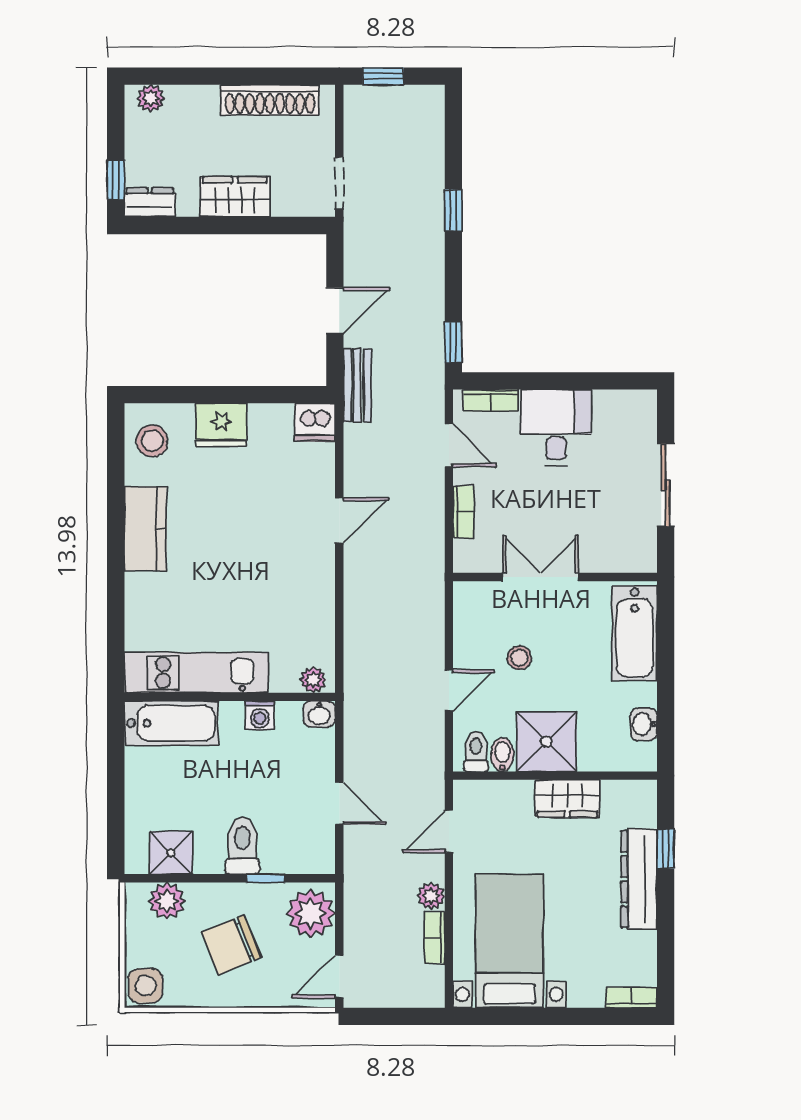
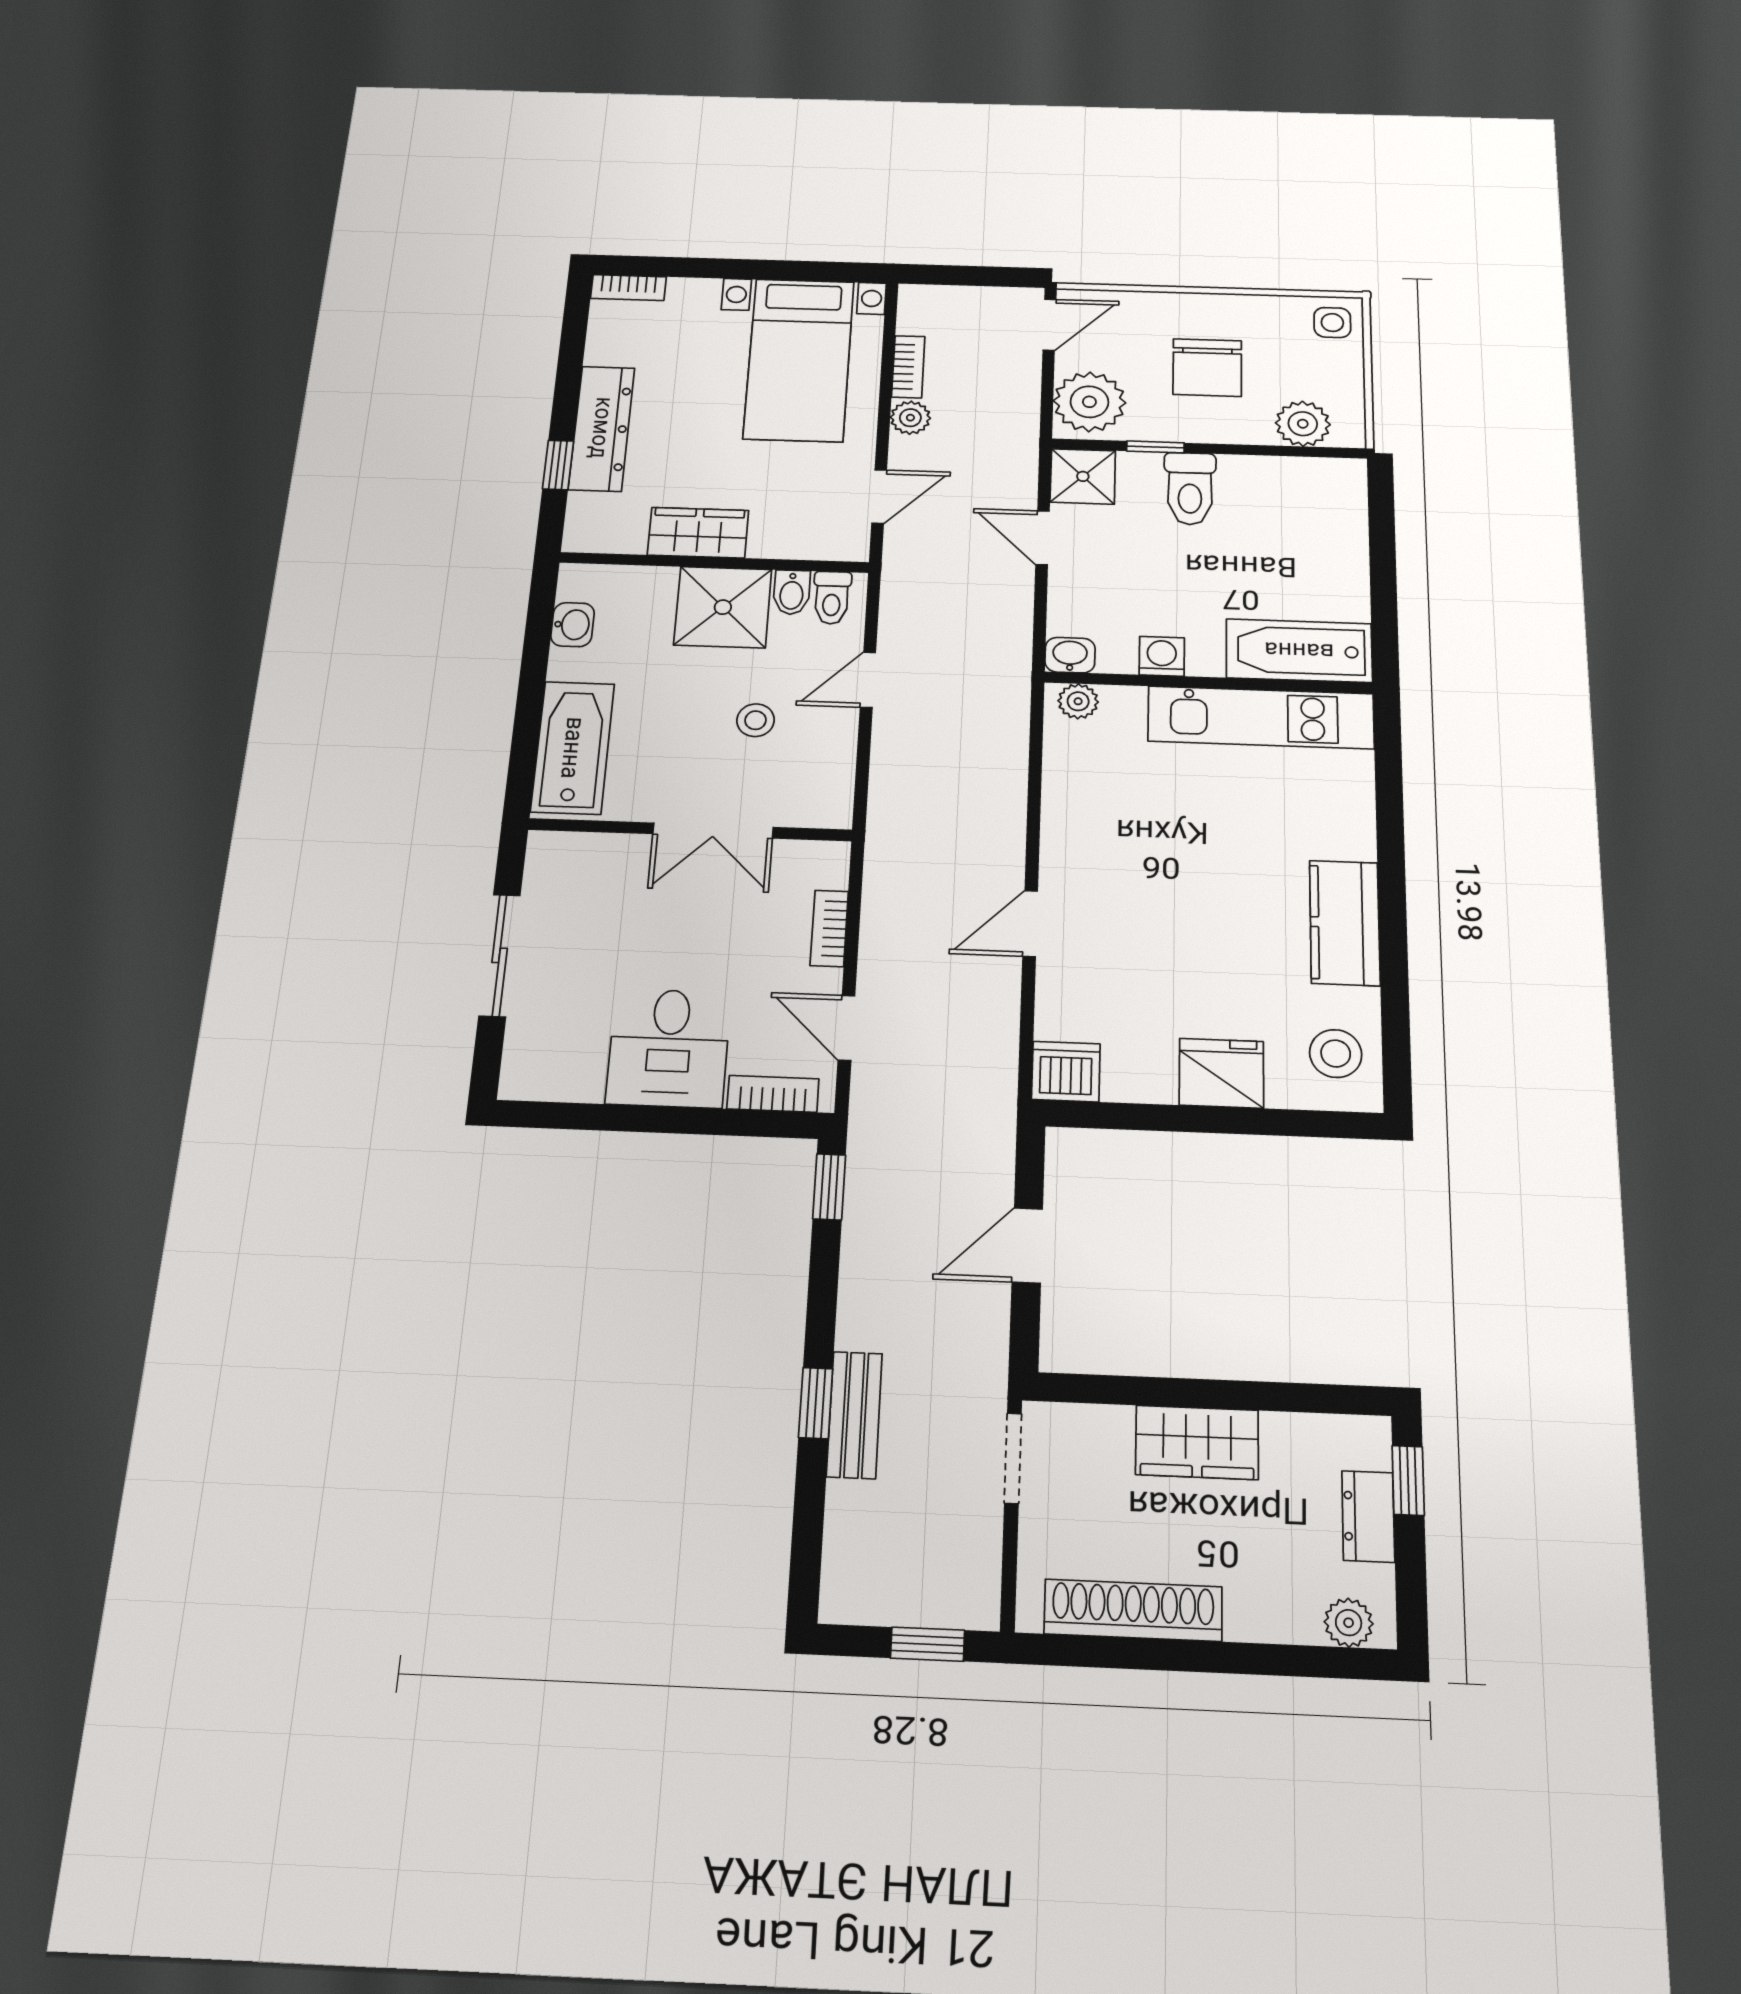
dresser: (150, 203) -> (1368, 1516), moved, turned 90
bench: (357, 385) -> (854, 1415), moved
shower: (171, 853) -> (1083, 476), moved
chair: (231, 945) -> (1207, 368), turned 112
side table: (146, 986) -> (1332, 323), width x0.73, depth x0.73

